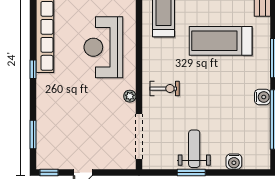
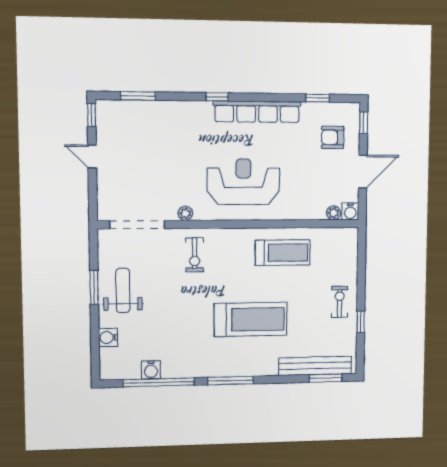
treadmill: (221, 41) -> (251, 319), turned 90
water cooler: (262, 97) -> (151, 370), moved
weight bench: (194, 149) -> (123, 290), turned -90

